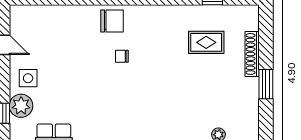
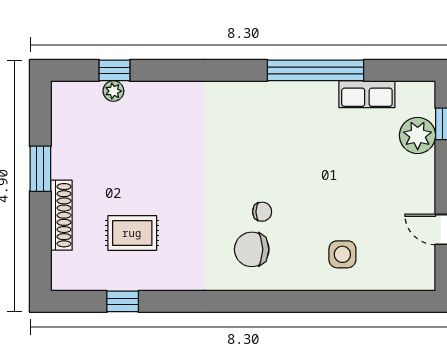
chair: (112, 21) -> (252, 249), moved
side table: (28, 78) -> (342, 254), moved

